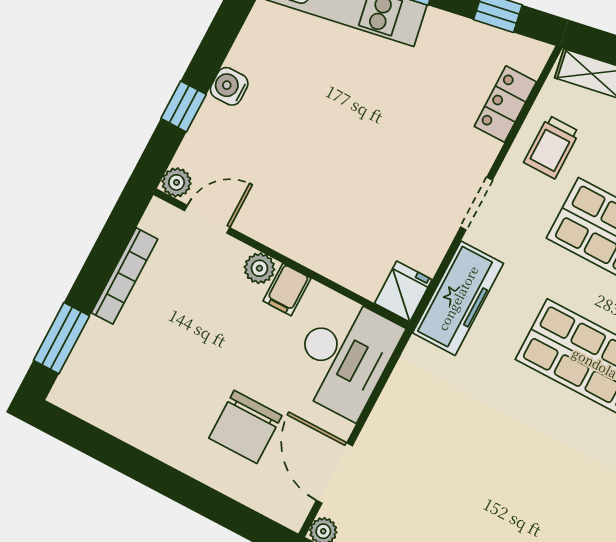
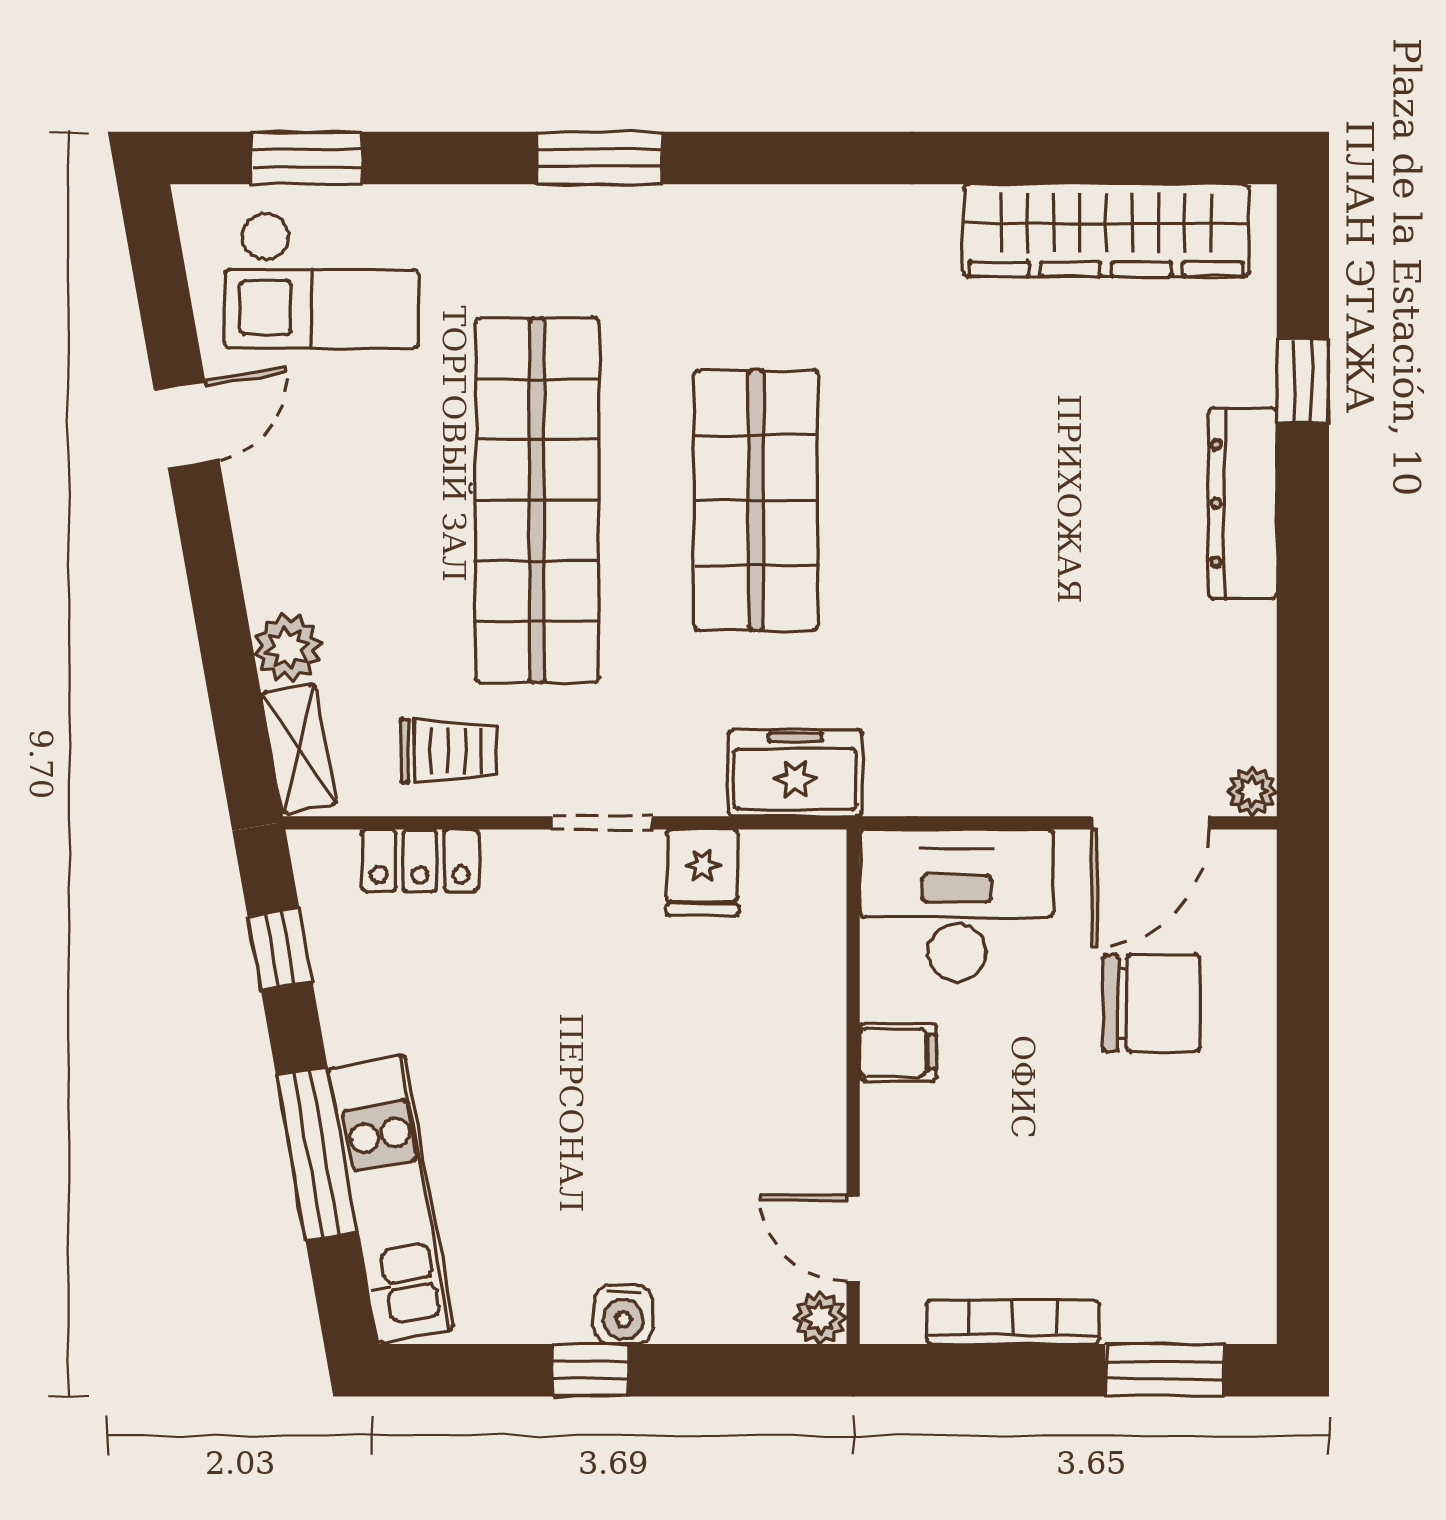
window: (184, 106) -> (591, 1370), moved
plant: (259, 268) -> (887, 1114), removed
fridge: (403, 291) -> (702, 872), moved, turned -90
freezer: (458, 298) -> (795, 773), width x0.71

